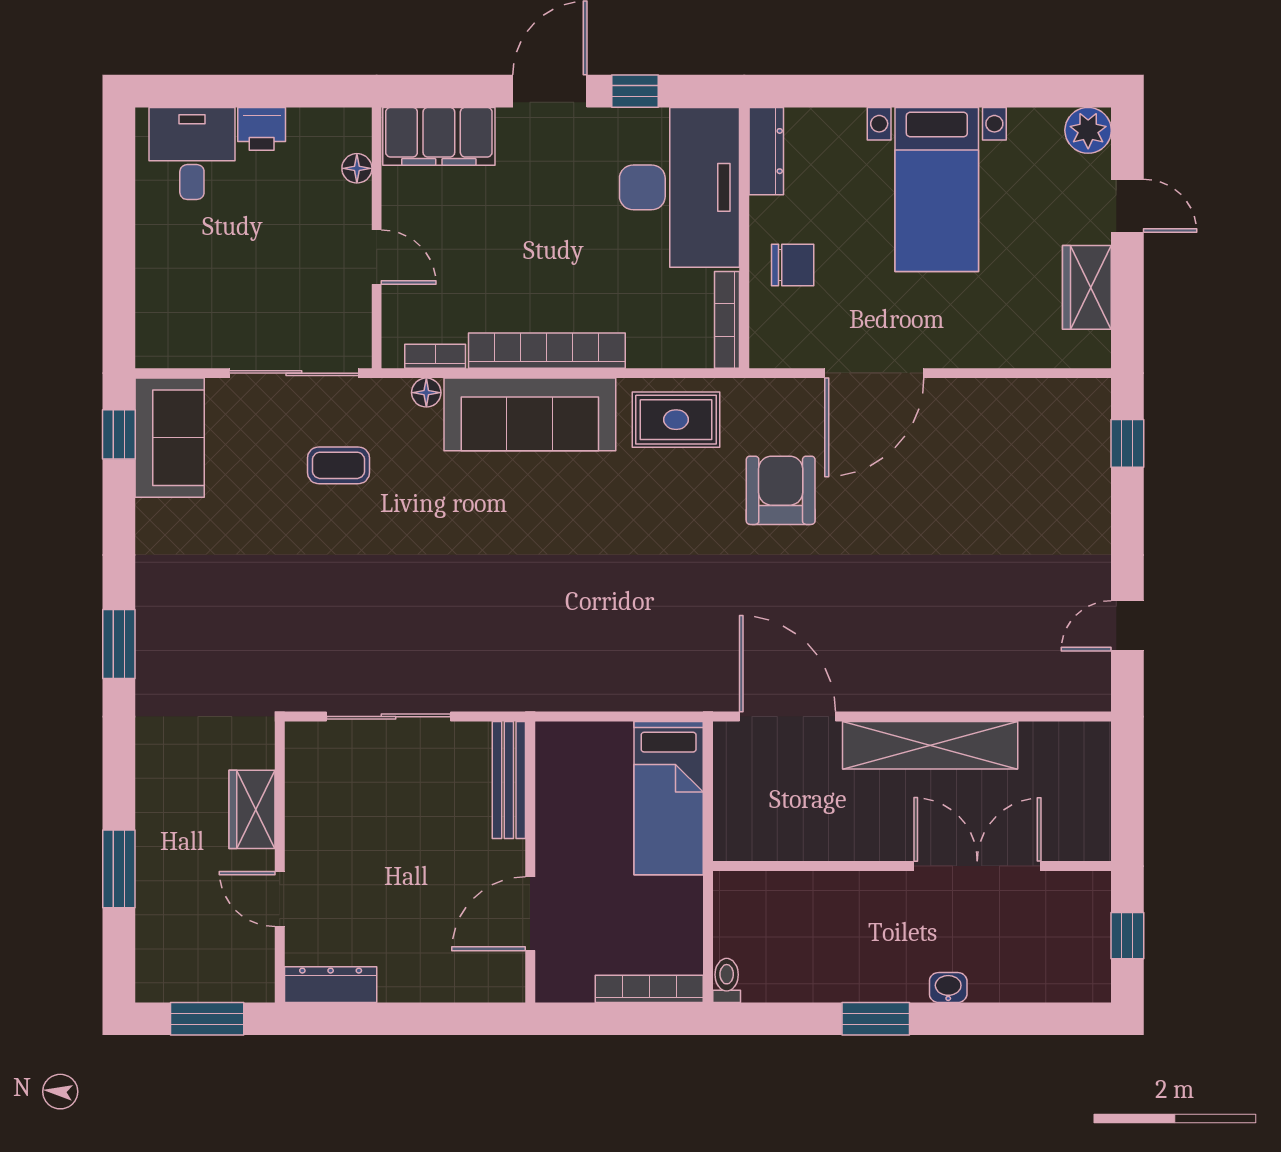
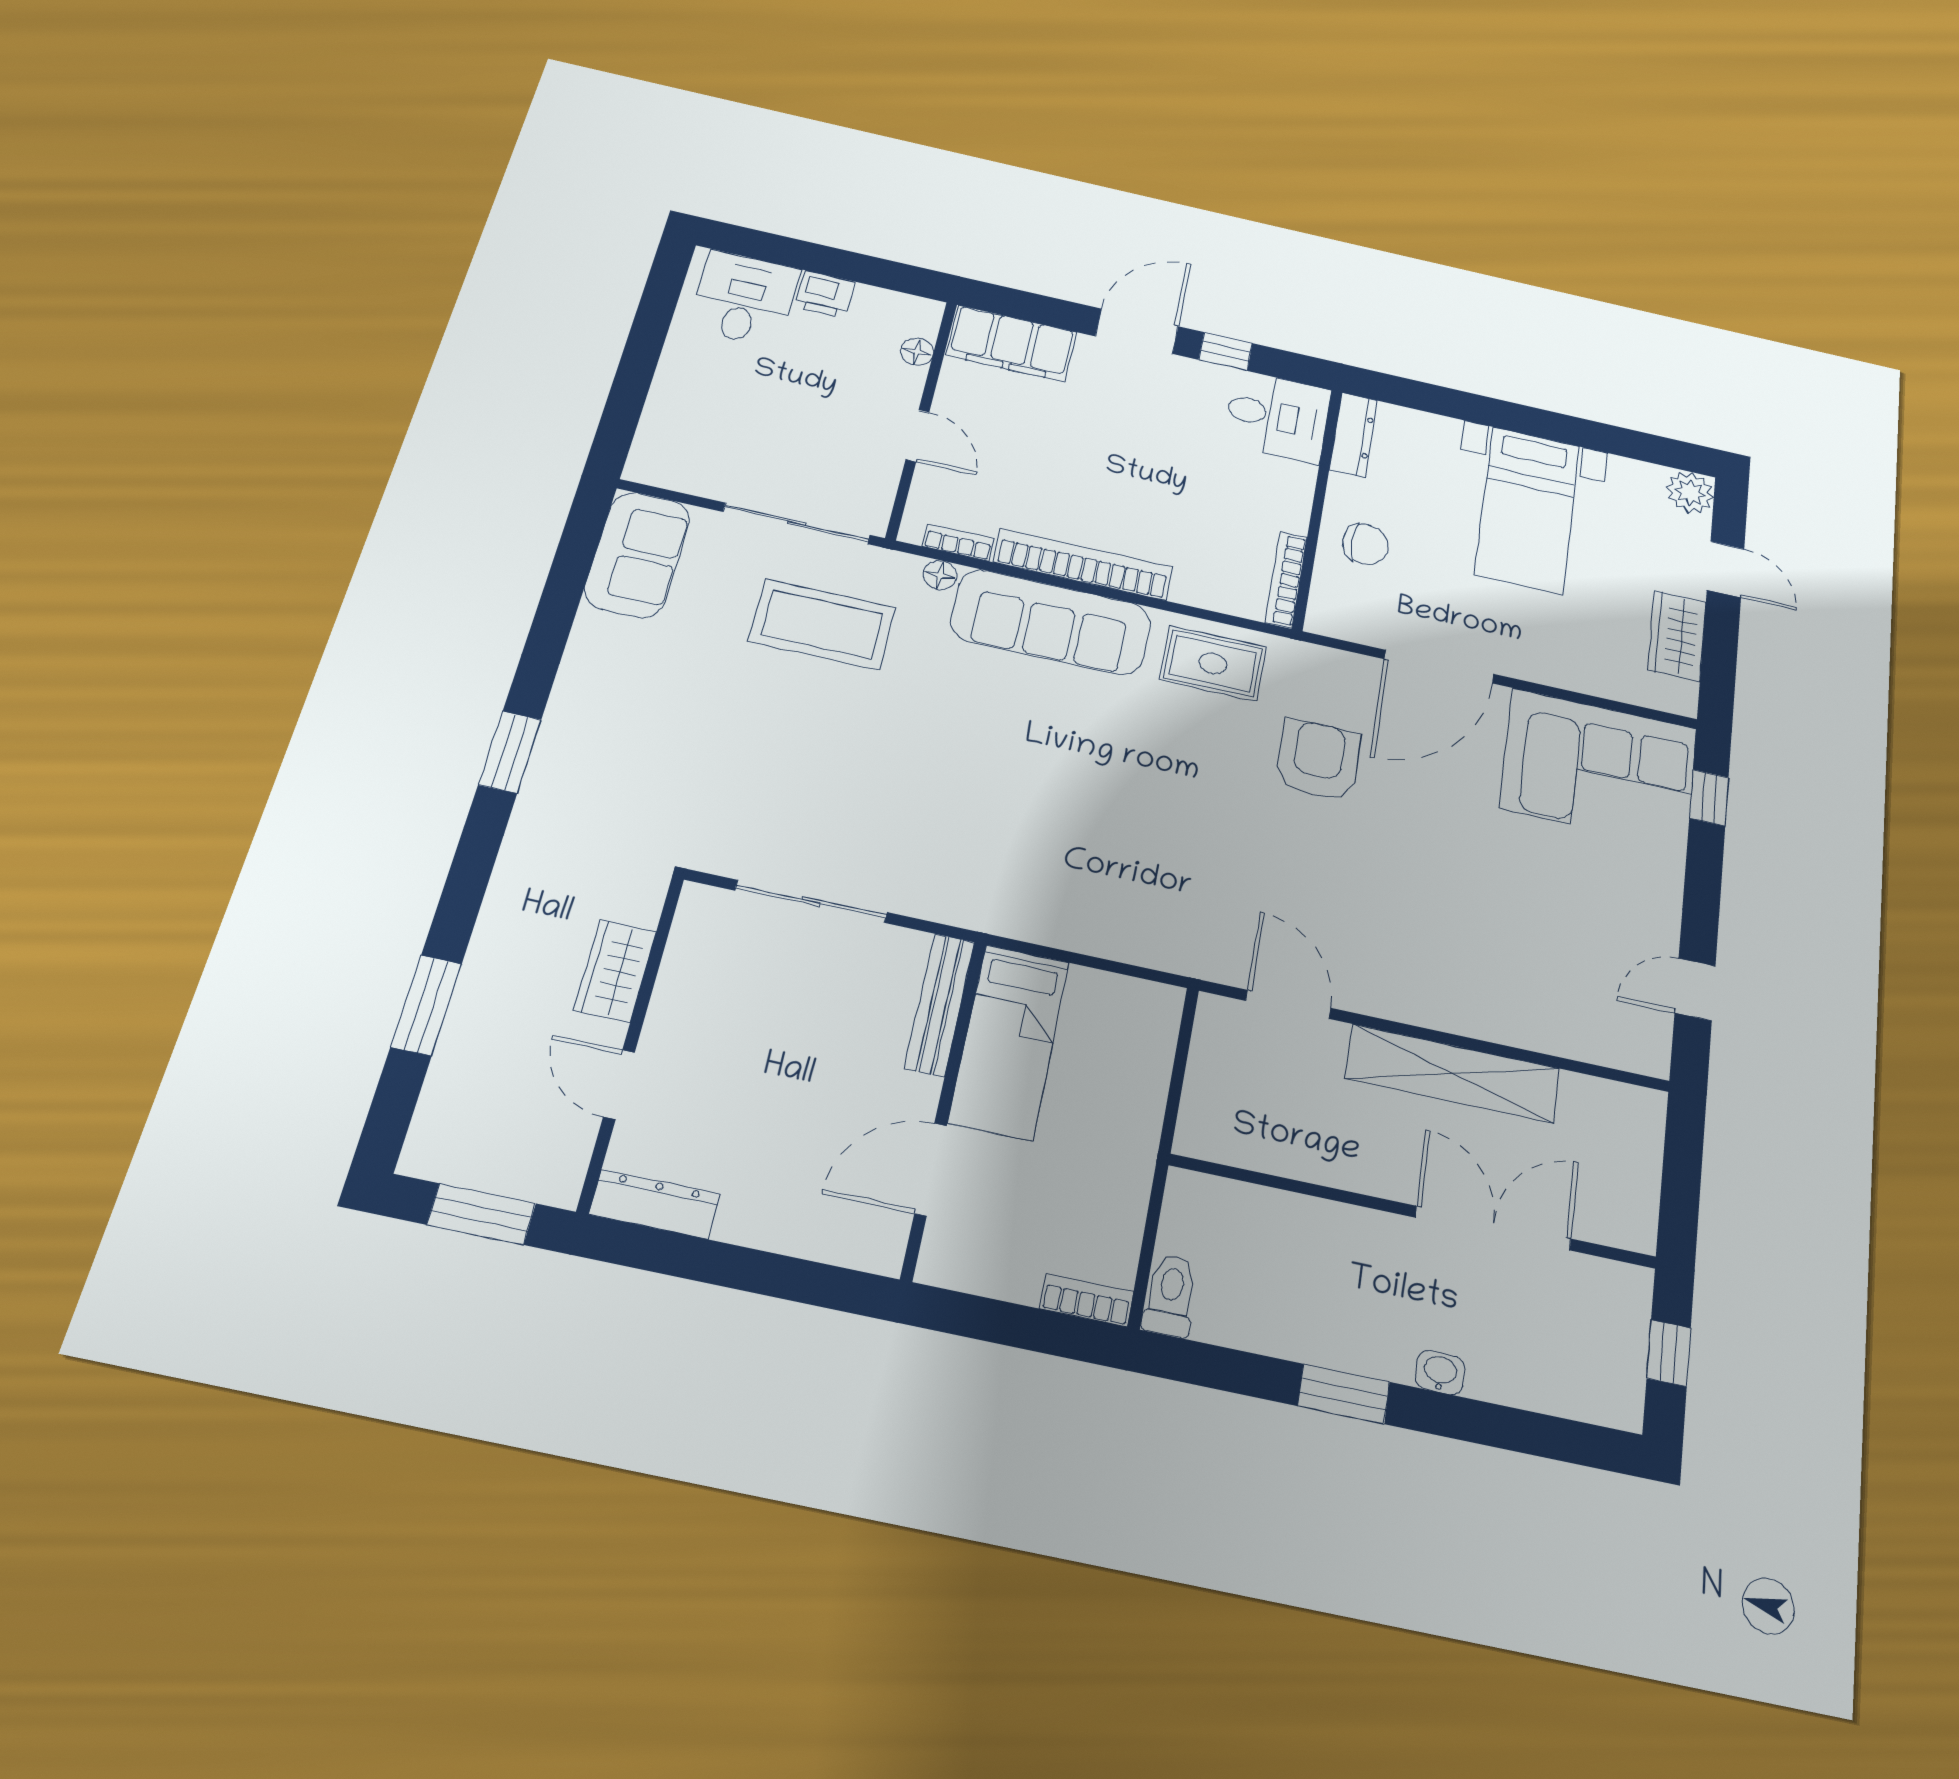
desk: (680, 187) -> (1277, 417), width x0.53, depth x0.77
window: (119, 434) -> (580, 538), removed
corner sofa: (1027, 438) -> (1599, 768), added
coffee table: (339, 465) -> (822, 624), width x1.86, depth x1.72
door: (787, 717) -> (1288, 1004), width x0.73
bed: (669, 798) -> (1009, 1041), moved
toilet: (727, 980) -> (1170, 1295), width x1.37, depth x1.39
bookcase: (649, 989) -> (1087, 1300), width x0.64

